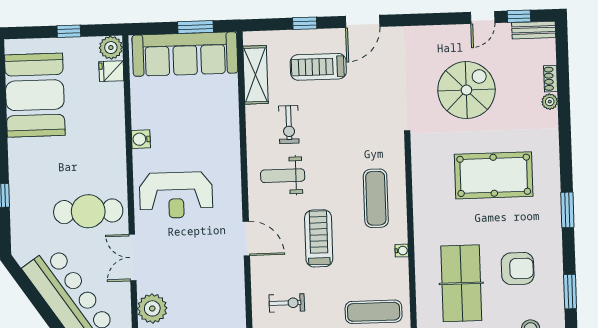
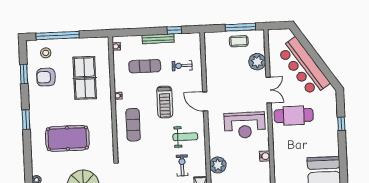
plant: (225, 124) -> (218, 165), added
reception desk: (176, 195) -> (245, 125), turned 180
armchair: (518, 269) -> (46, 77), moved
exercise mat: (374, 312) -> (145, 66), moved

